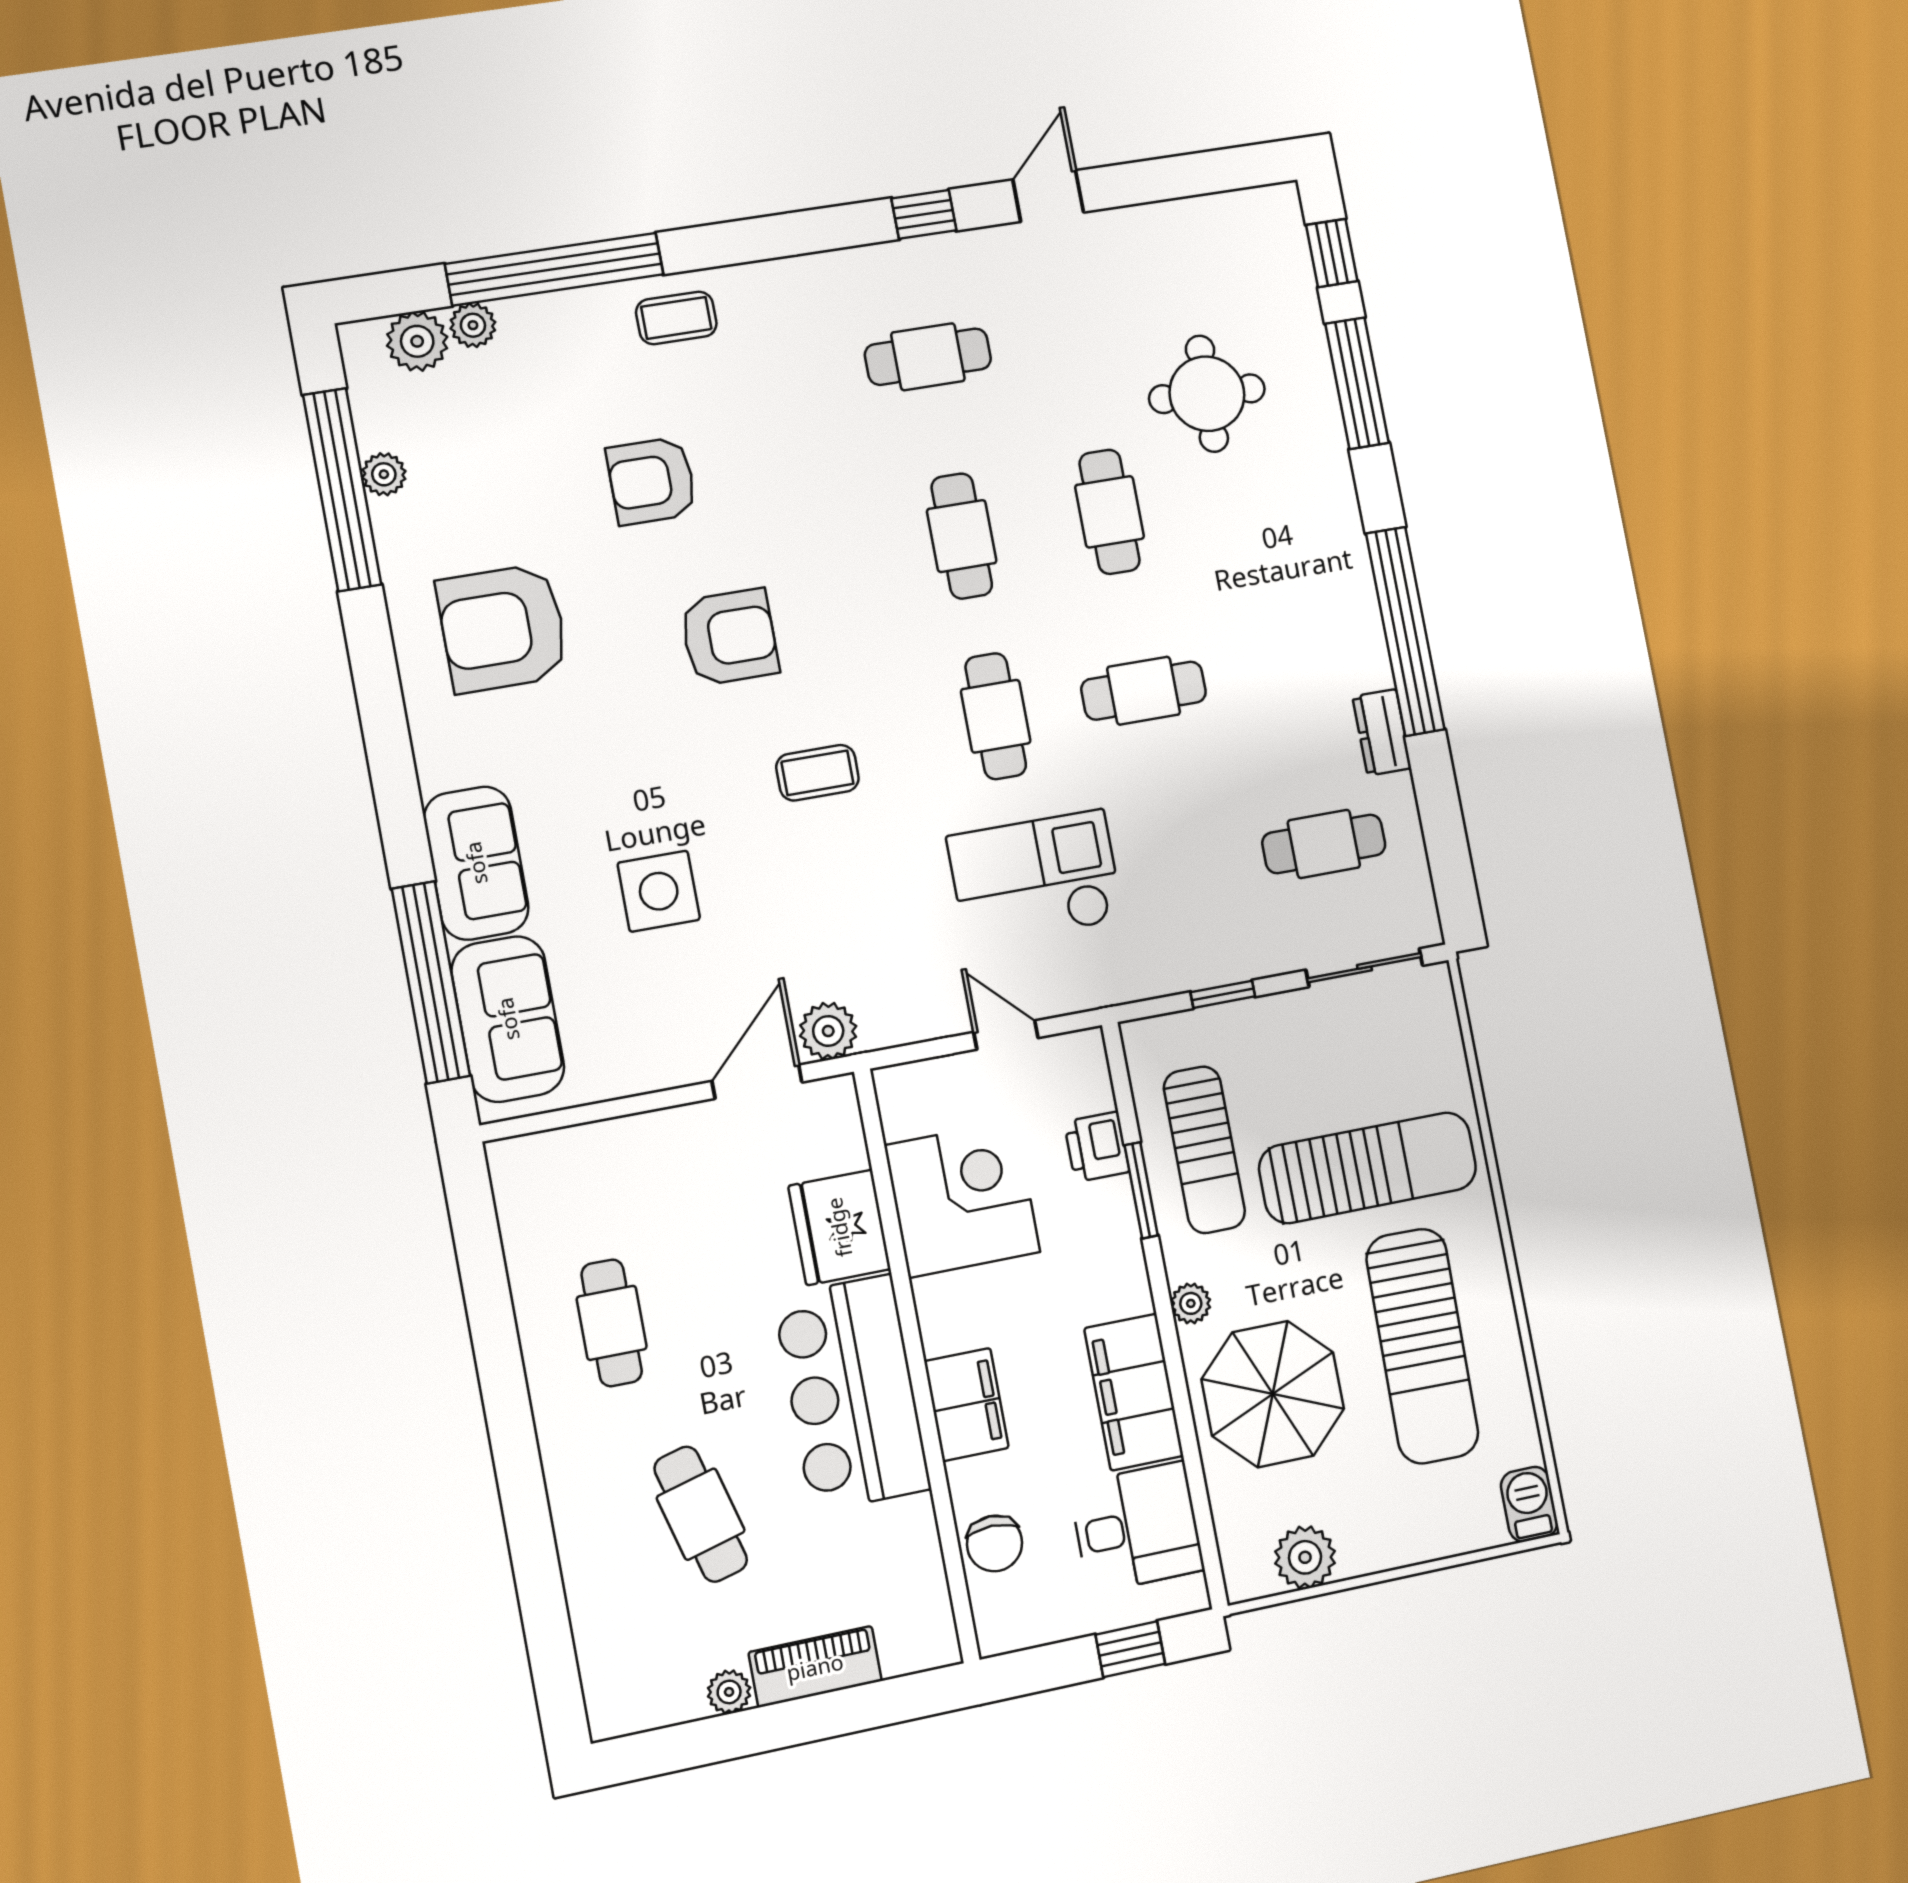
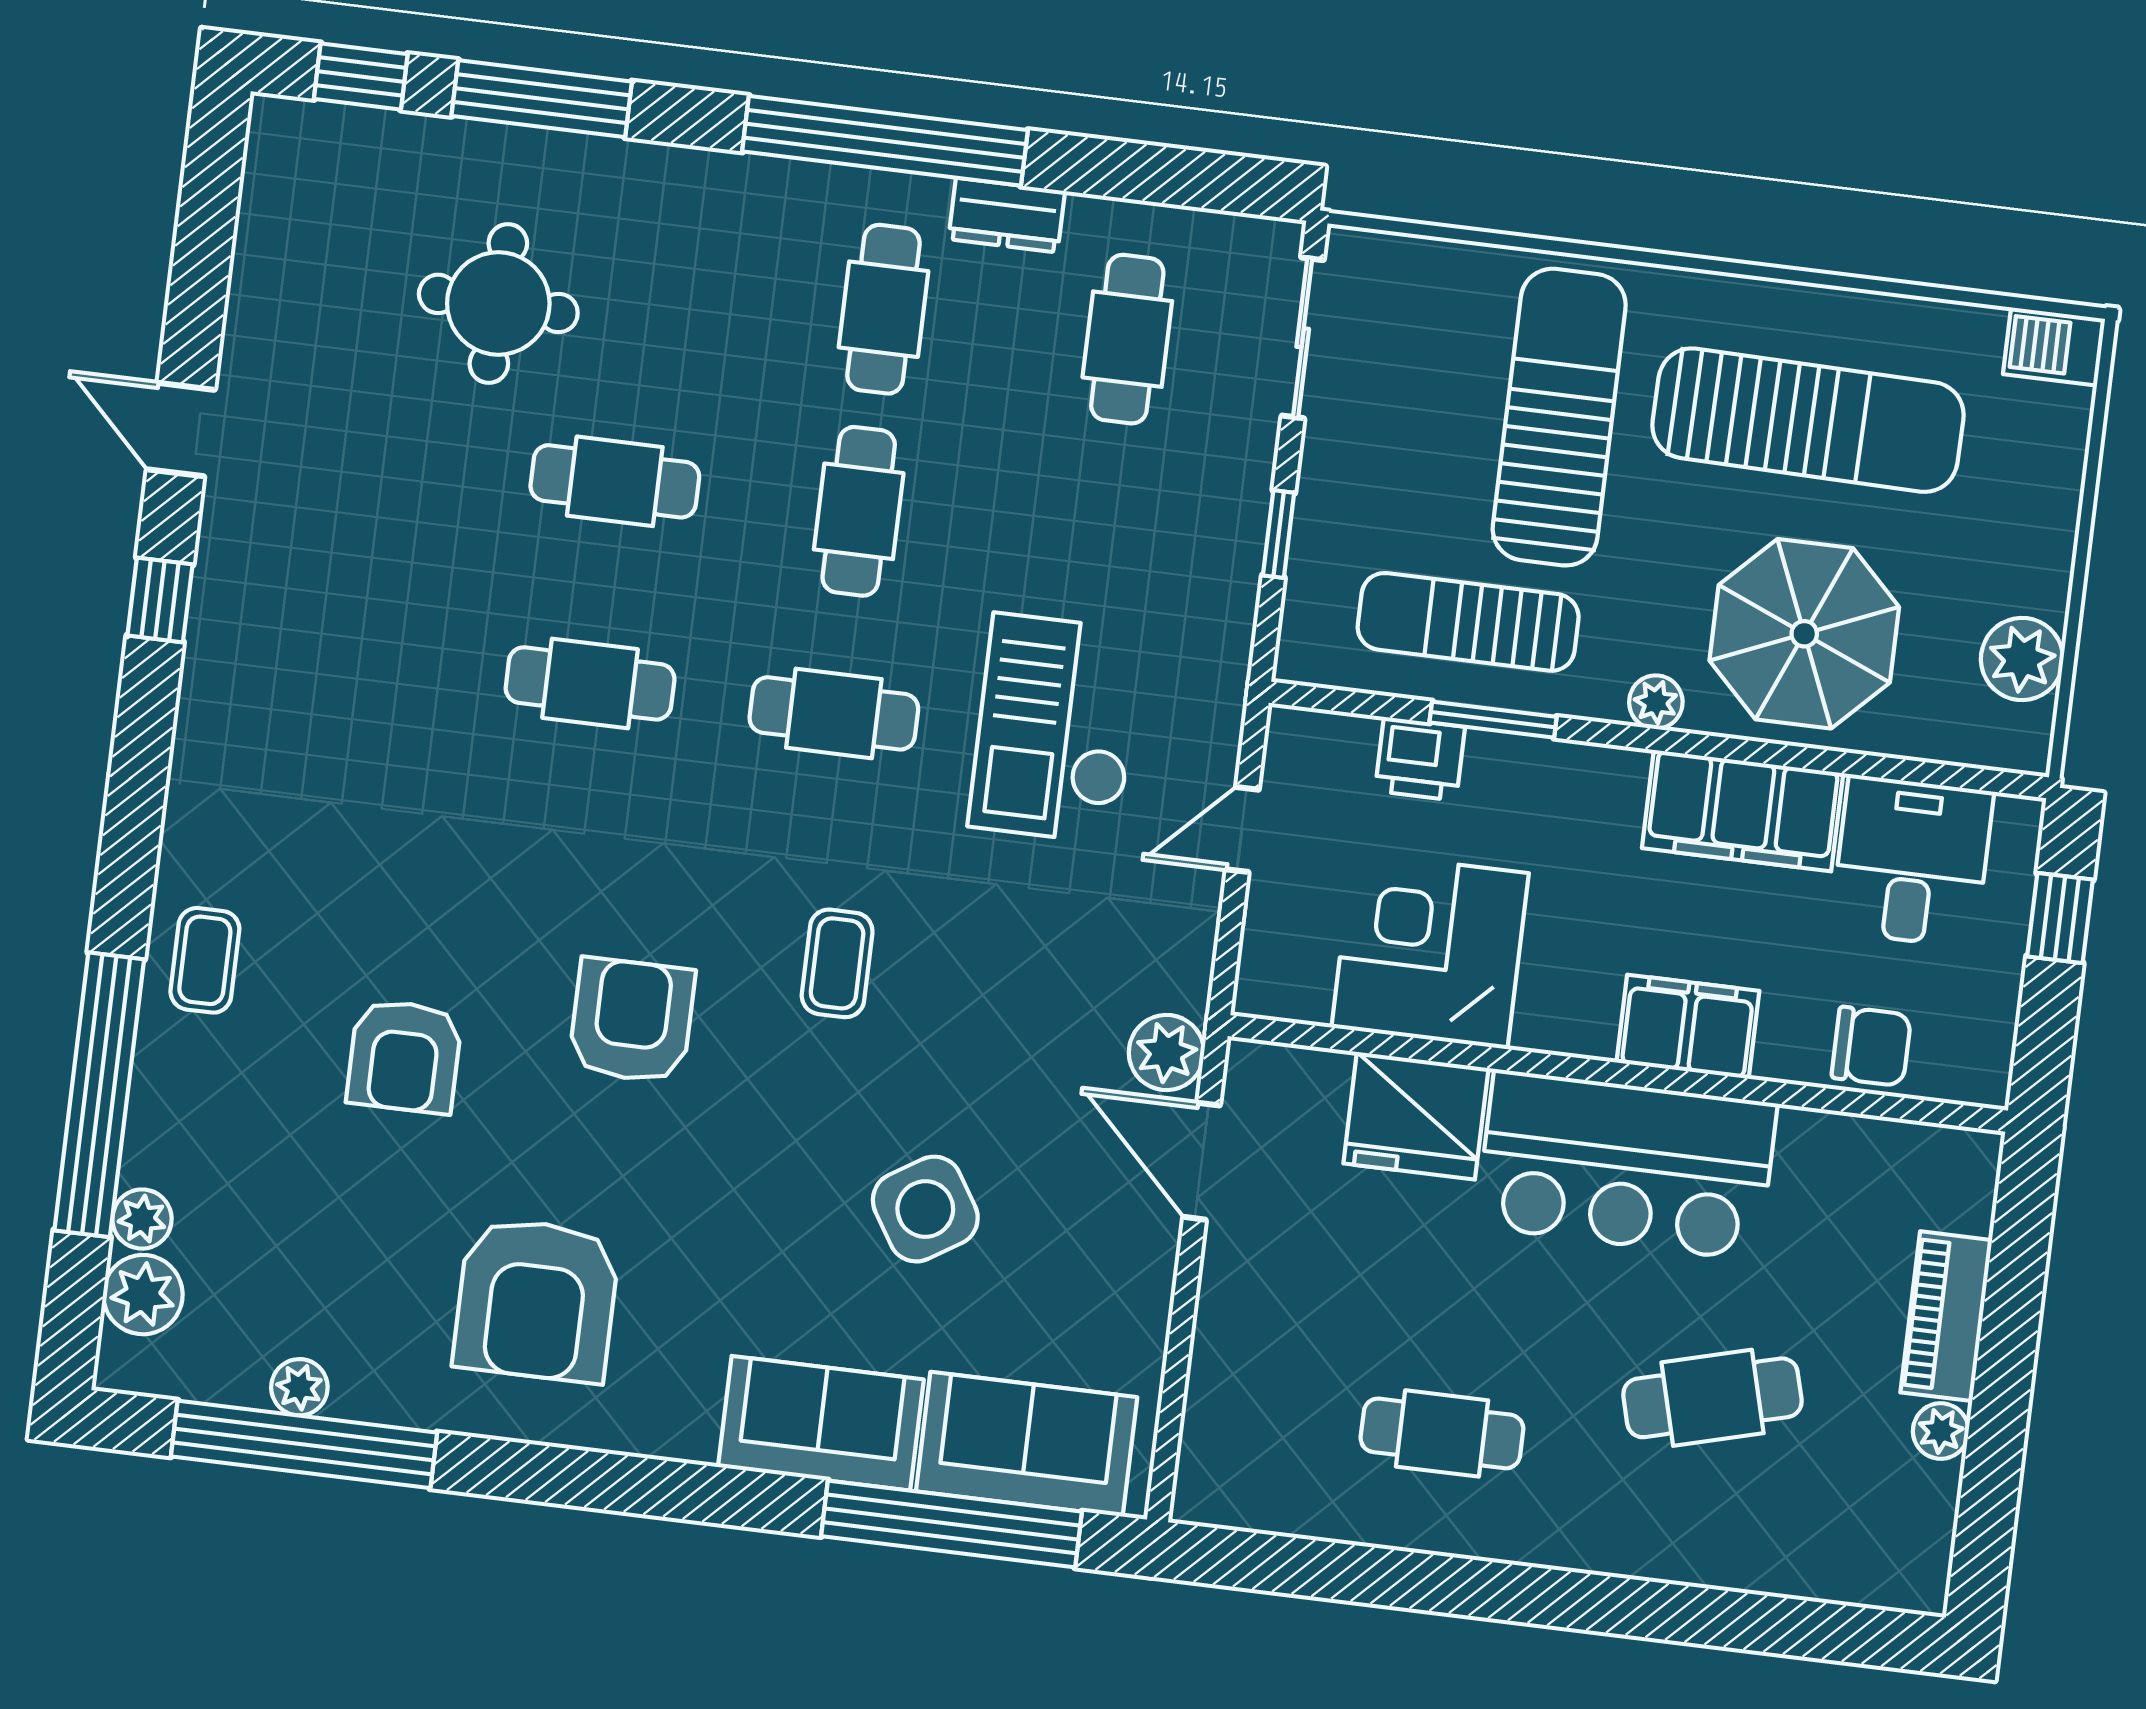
cafe table: (928, 357) -> (883, 309), moved
side table: (659, 891) -> (925, 1209), turned -32
sun lounger: (1204, 1150) -> (1468, 622), turned 180

